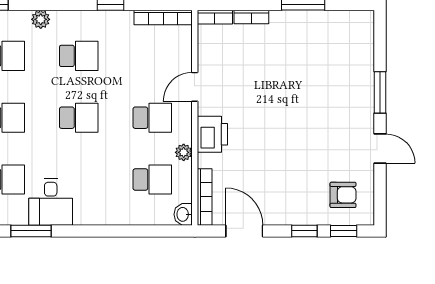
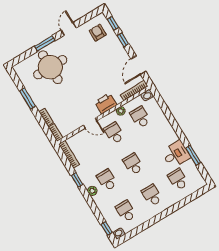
plant: (41, 19) -> (92, 191), moved
round table: (333, 77) -> (50, 67), added

